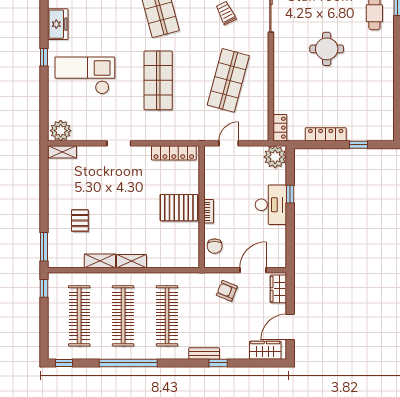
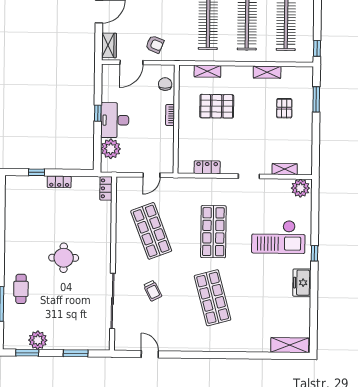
shop shelf: (228, 80) -> (151, 231), turned -36
locker: (326, 134) -> (59, 182), width x0.66
shelving: (62, 152) -> (285, 169), moved
locker: (174, 153) -> (207, 167), width x0.66
plant: (275, 157) -> (111, 149), moved
window: (290, 194) -> (98, 113), moved
pallet: (179, 208) -> (217, 106), moved
window: (44, 247) -> (316, 99), moved
shelving: (131, 261) -> (207, 71), moved

